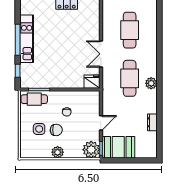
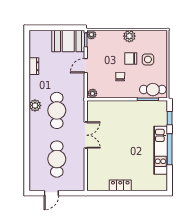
fridge: (92, 82) -> (95, 107), removed
plant: (94, 95) -> (93, 93), added
plant: (91, 150) -> (91, 35), width x0.53, depth x0.53

